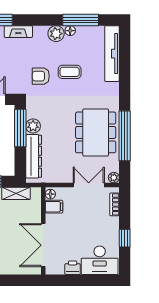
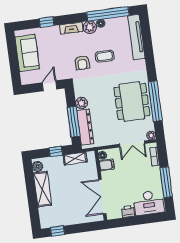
window: (81, 20) -> (108, 14), width x1.46
fireplace: (18, 32) -> (71, 28), moved
armchair: (41, 76) -> (82, 63), turned -90
window: (20, 128) -> (74, 122), moved
double door: (89, 185) -> (132, 144), swing flipped
window: (125, 238) -> (166, 182), width x2.17

